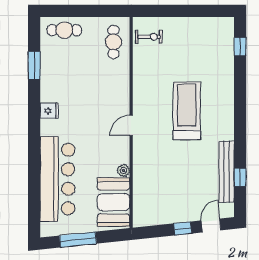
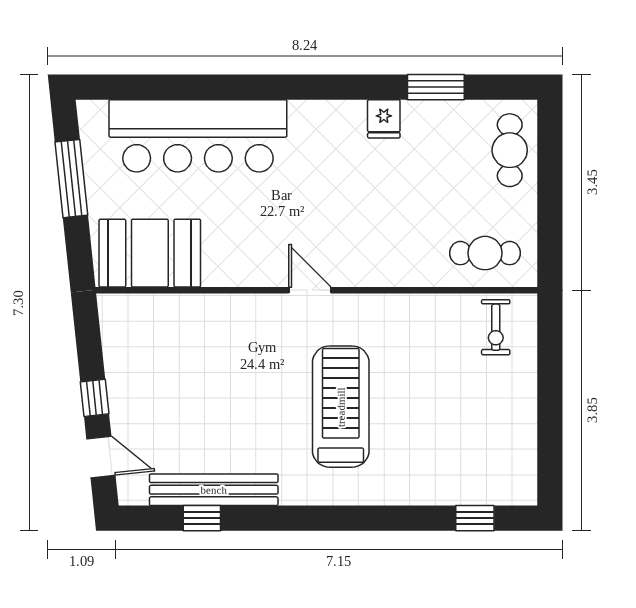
fridge: (49, 111) -> (384, 119), moved
treadmill: (187, 111) -> (341, 407), turned -90
plant: (124, 171) -> (216, 274), removed

